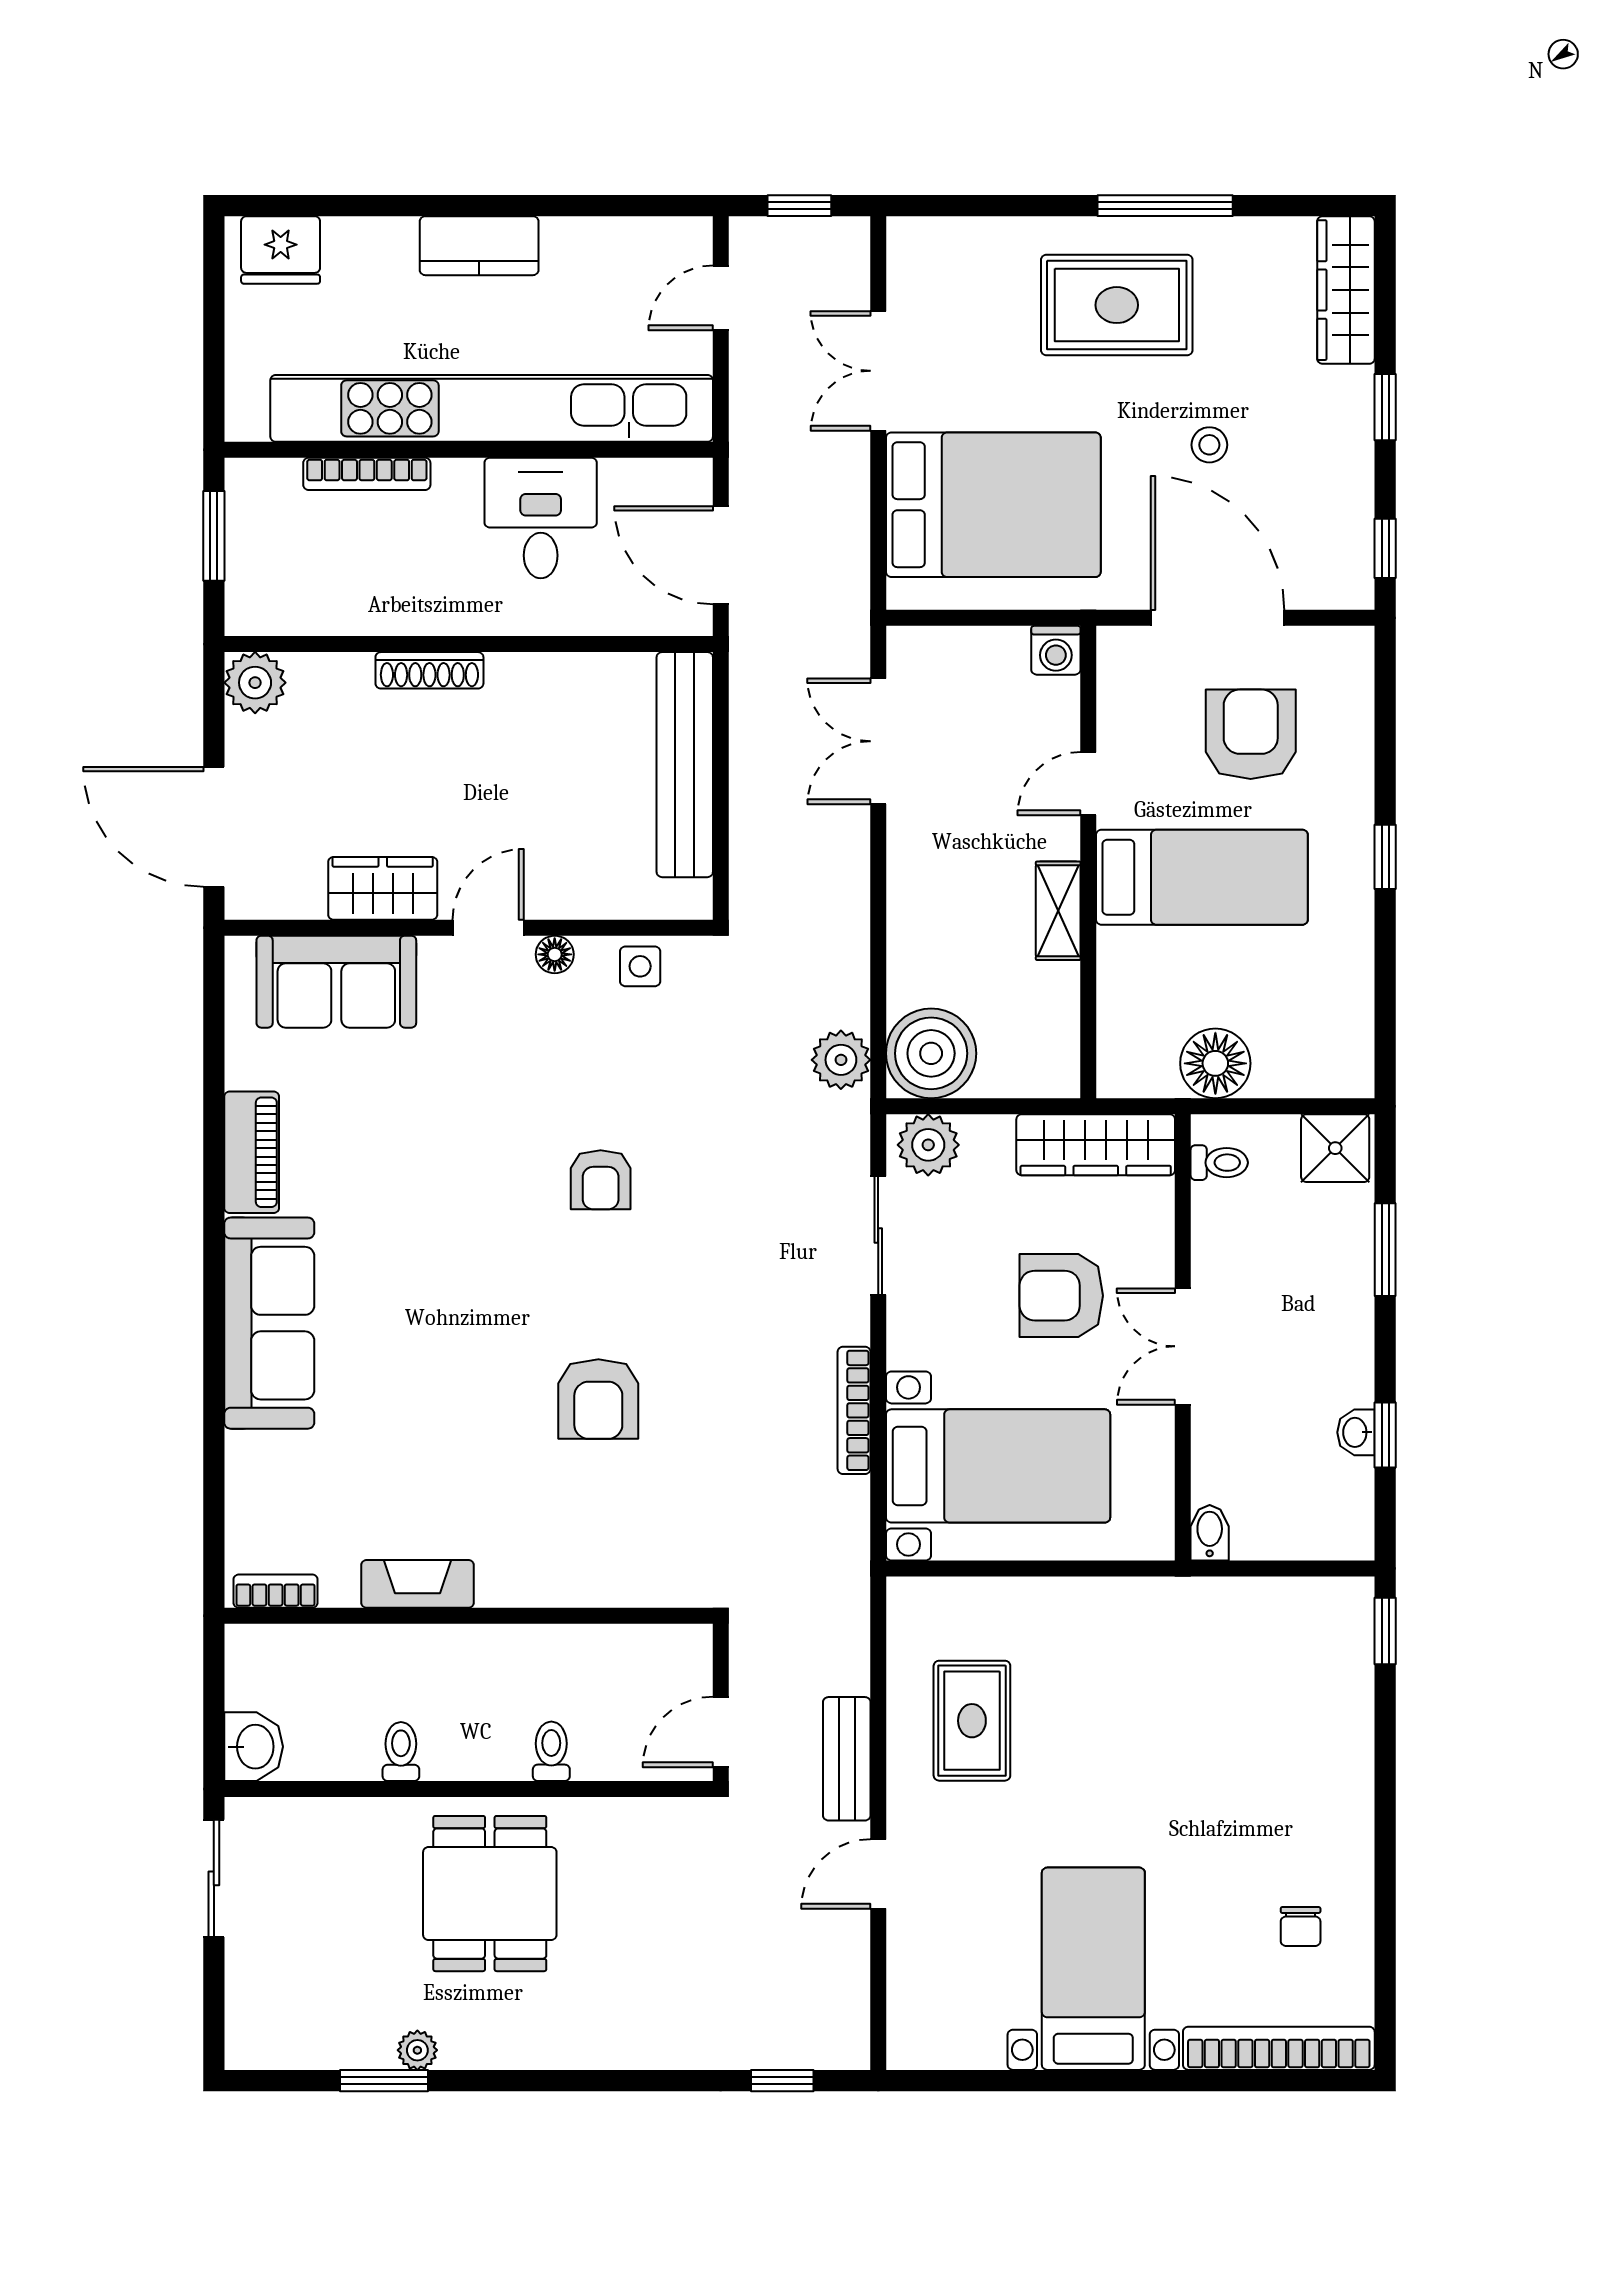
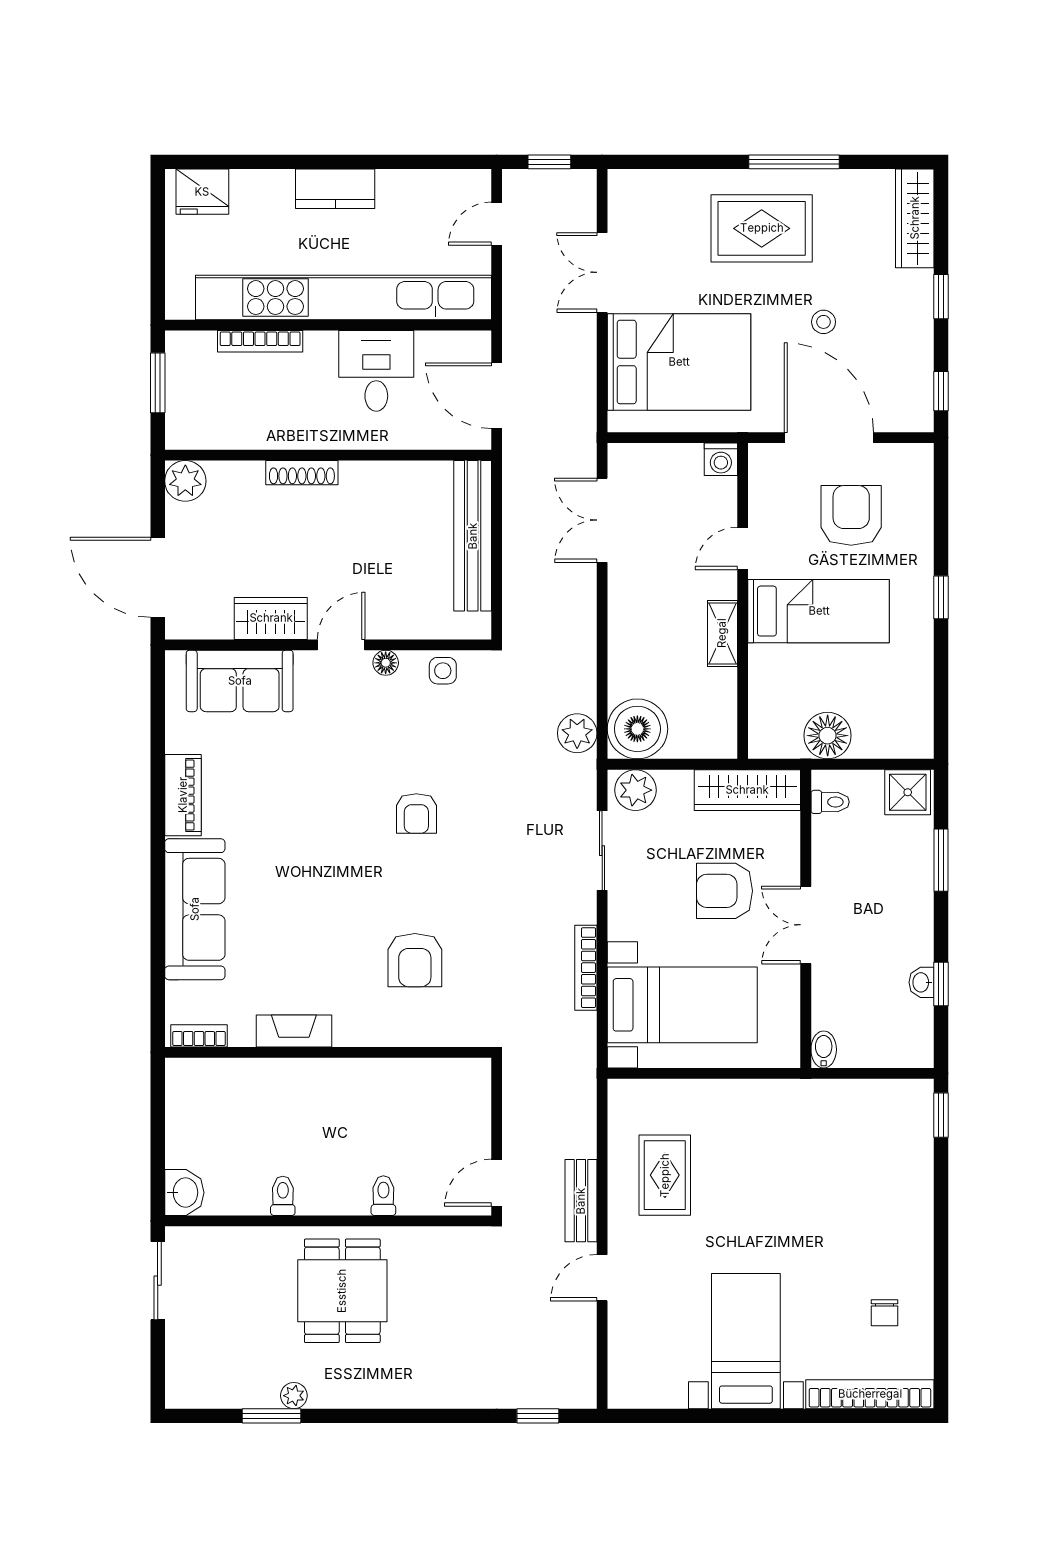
fireplace: (418, 1584) -> (294, 1031), moved
bookcase: (276, 1591) -> (199, 1036), moved
wall: (469, 1616) -> (328, 1052), moved

